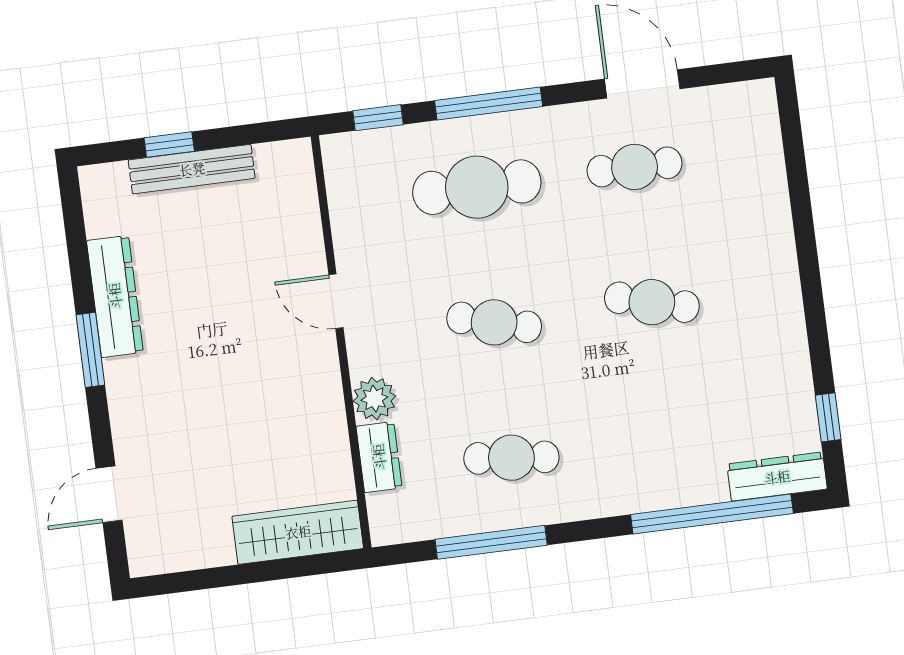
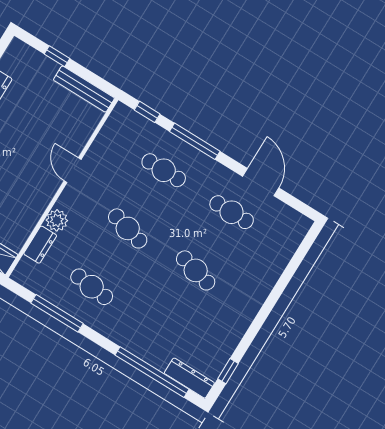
bench: (192, 169) -> (84, 89), moved
cafe table: (477, 187) -> (164, 170), width x0.73, depth x0.74

